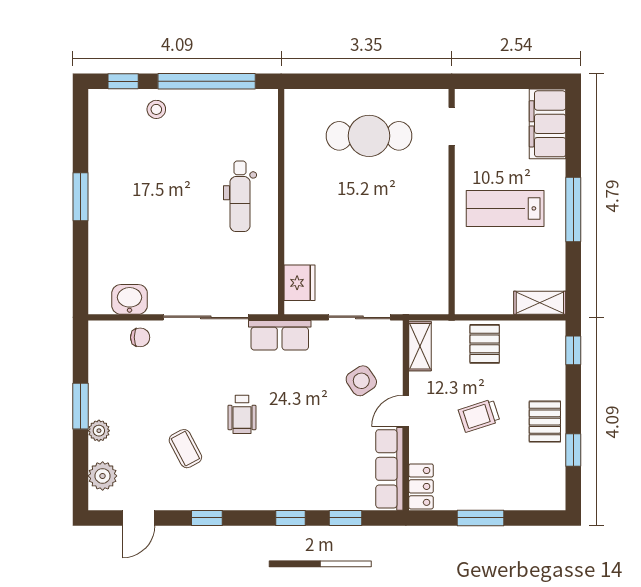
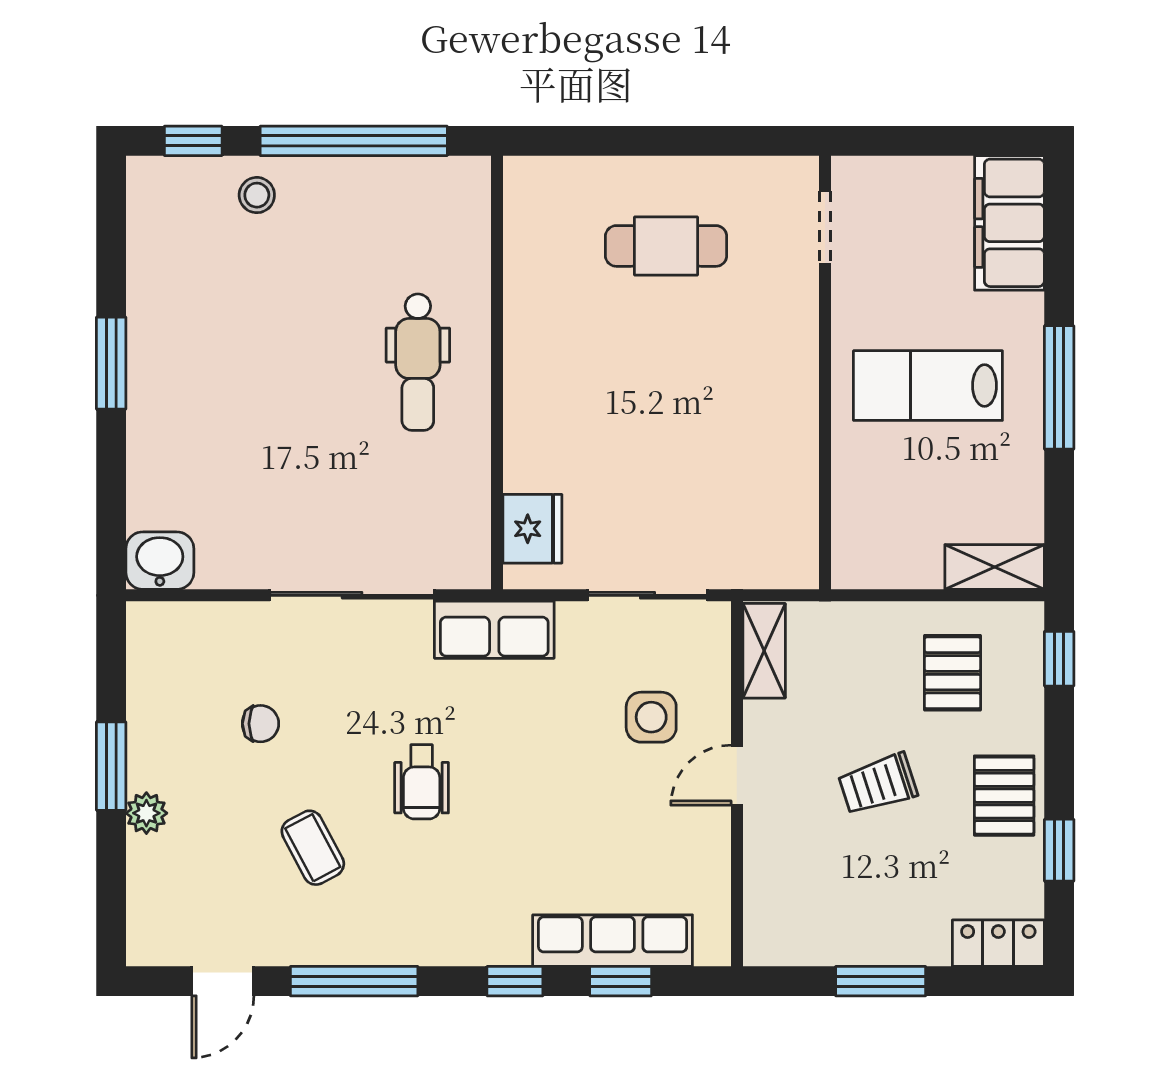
cafe table: (369, 136) -> (666, 246), width x0.73, depth x0.74
washbasin: (130, 299) -> (160, 561), moved
chair: (140, 337) -> (260, 724), moved
pallet: (485, 344) -> (952, 673), moved
side table: (361, 381) -> (651, 717), turned 34
row of seats: (389, 469) -> (613, 941), moved, turned 90
plant: (103, 476) -> (153, 900), removed
locker: (421, 486) -> (998, 943), moved, turned -90
window: (207, 518) -> (354, 981), width x2.17

